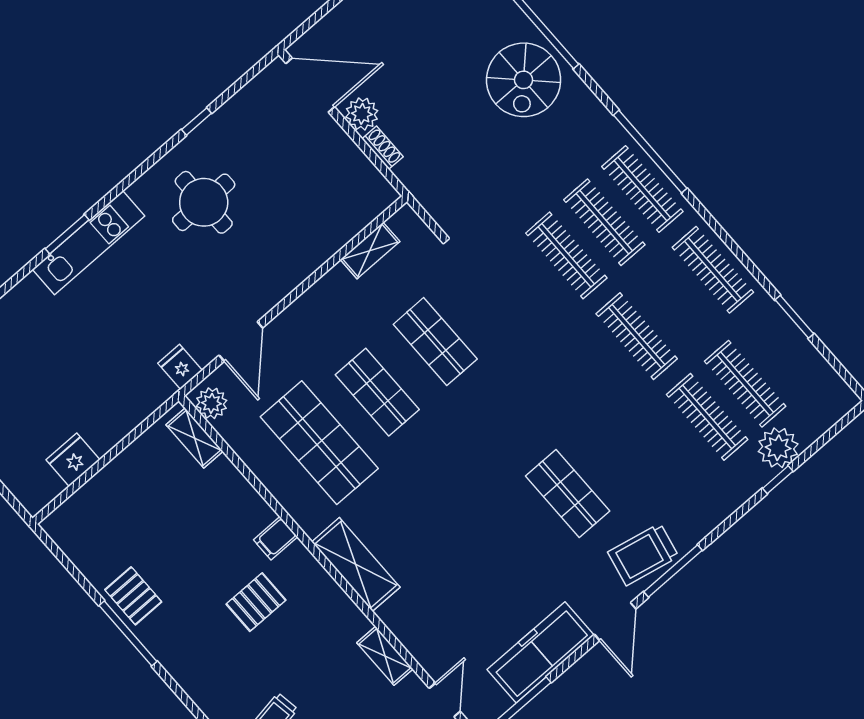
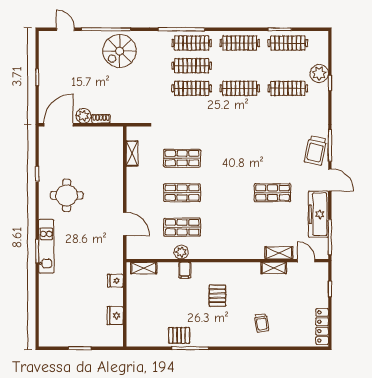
spiral stairs: (524, 80) -> (120, 51), turned 90
fridge: (180, 367) -> (115, 281), moved
clothes rail: (745, 384) -> (288, 43), moved
plant: (211, 403) -> (181, 252), moved
shop shelf: (319, 443) -> (182, 227), width x0.70, depth x0.74
shop shelf: (568, 493) -> (273, 193), moved
filing cabinet: (276, 538) -> (185, 270), moved
shelving: (356, 564) -> (279, 253), moved, width x0.67, depth x0.75

